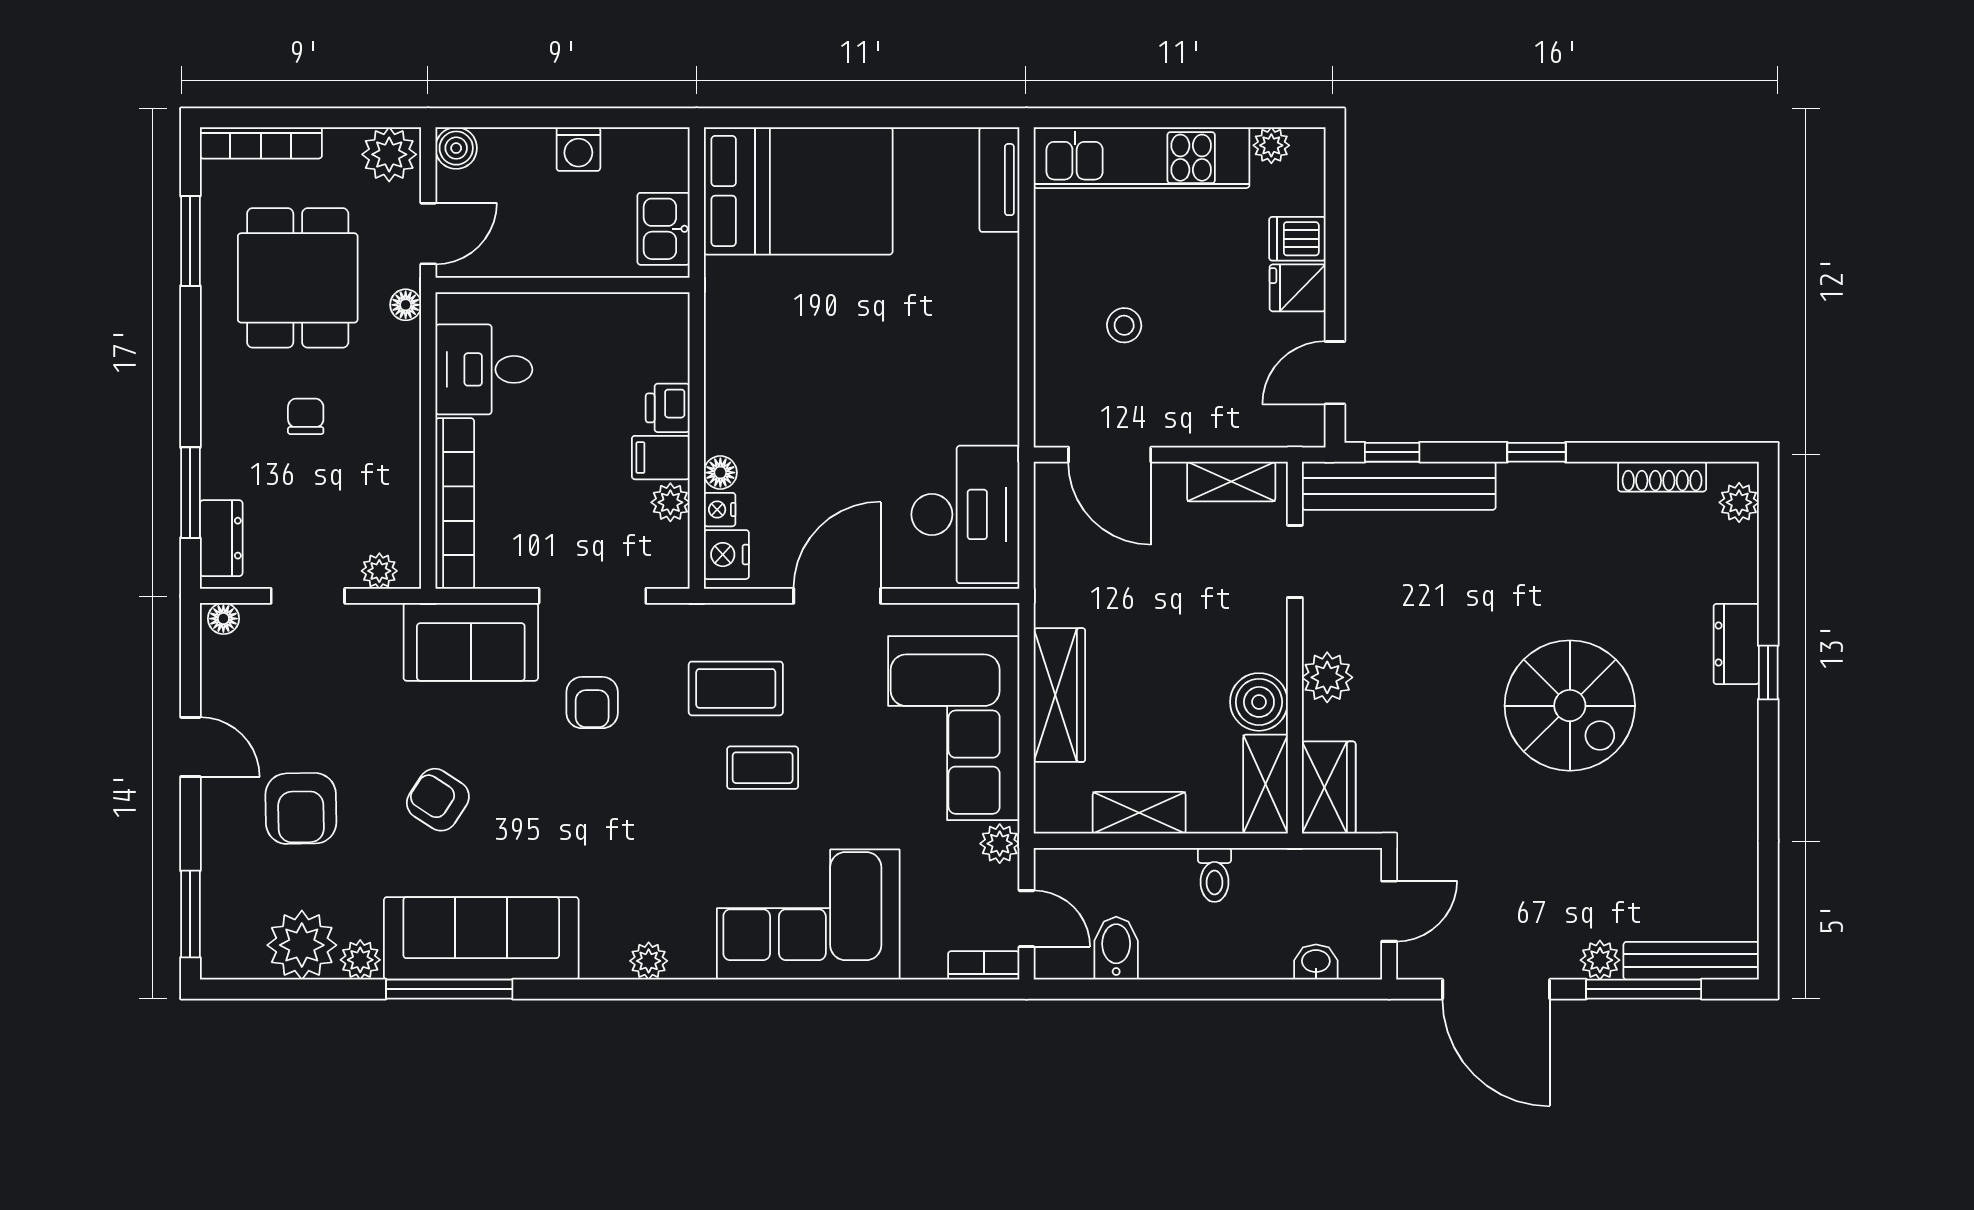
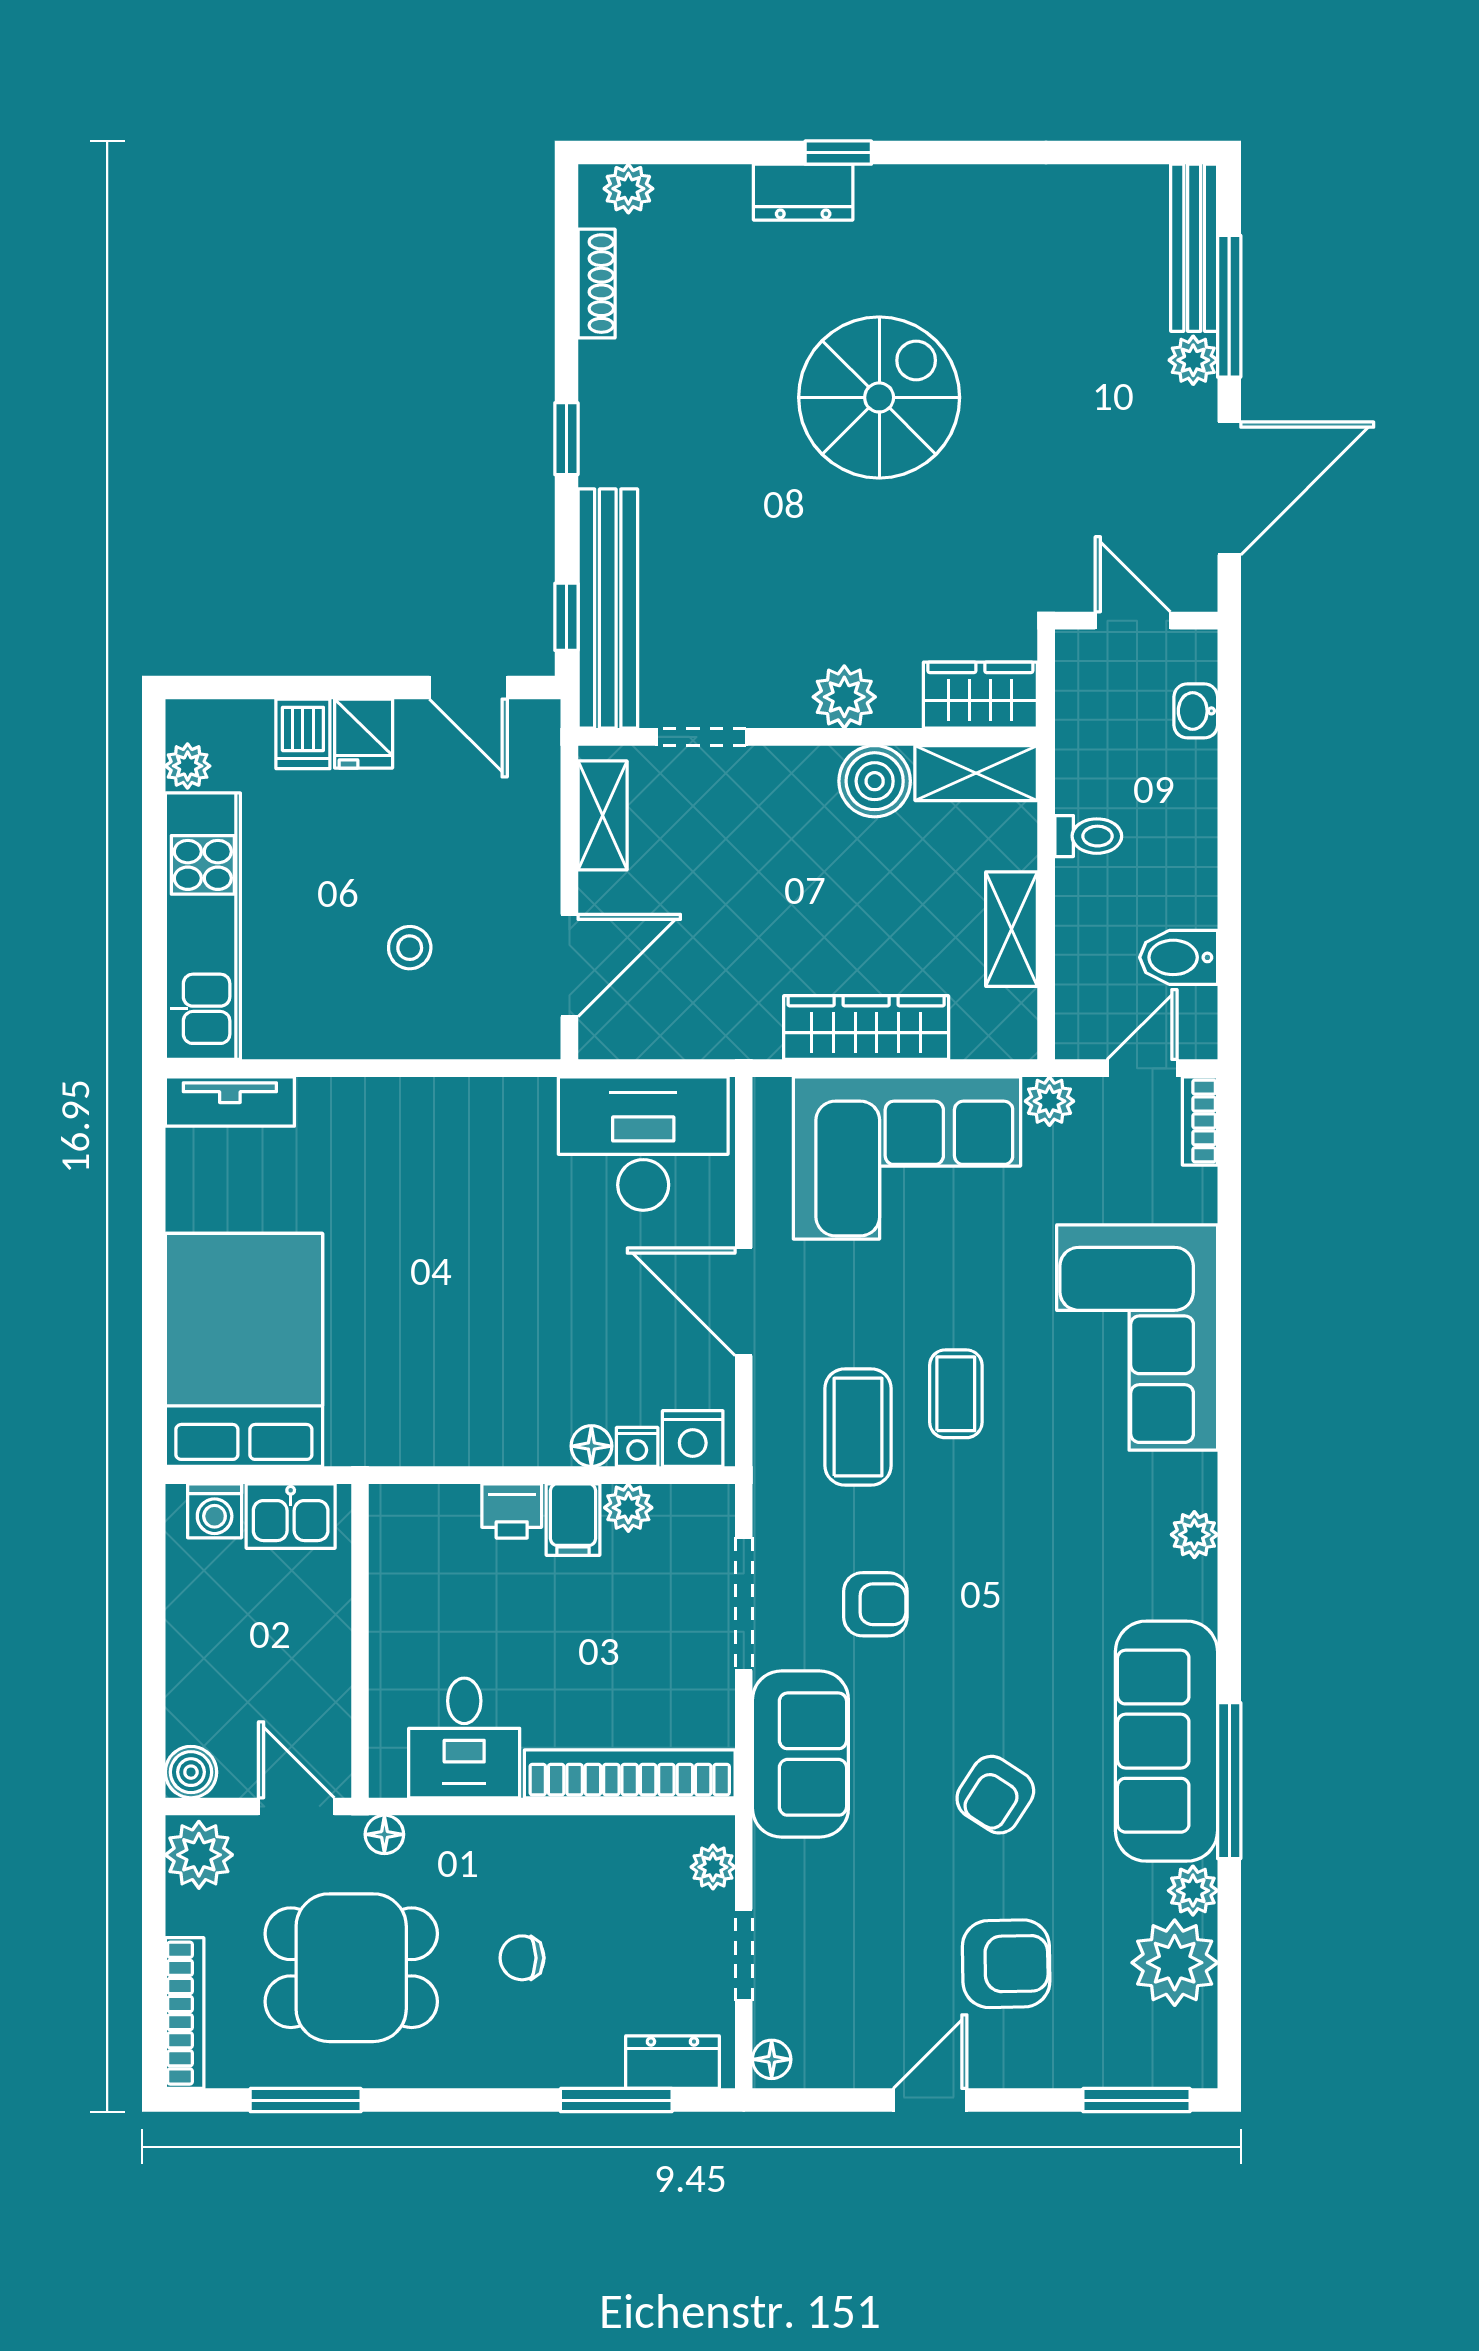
washing machine: (578, 149) -> (215, 1511), moved, turned 90

